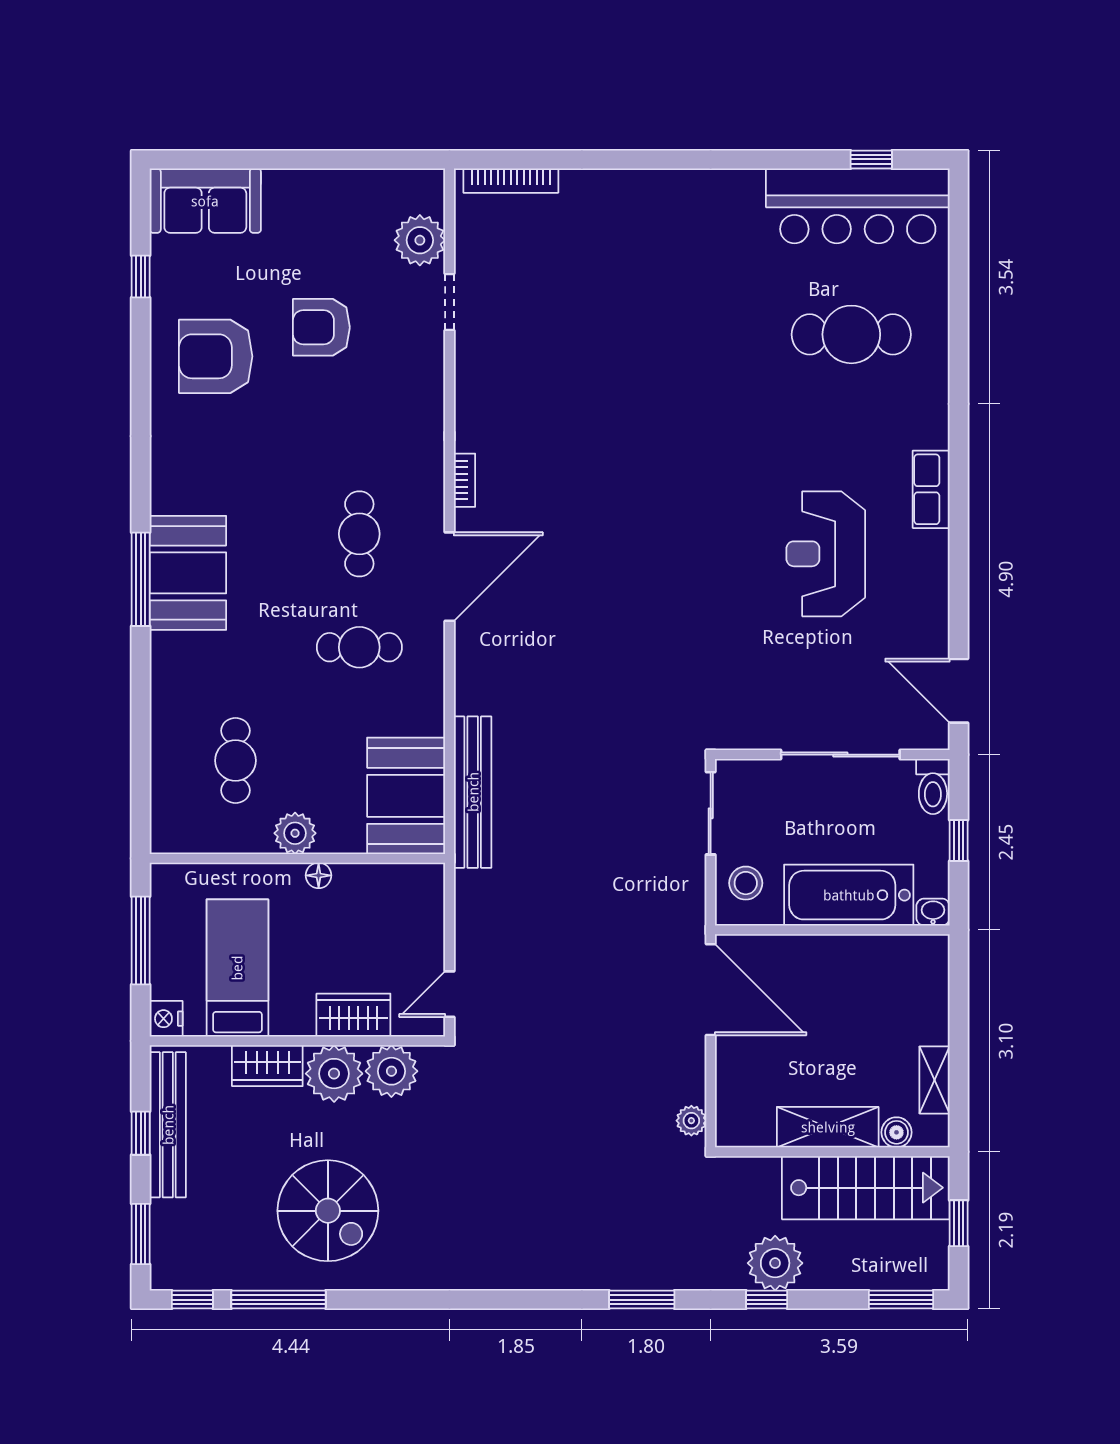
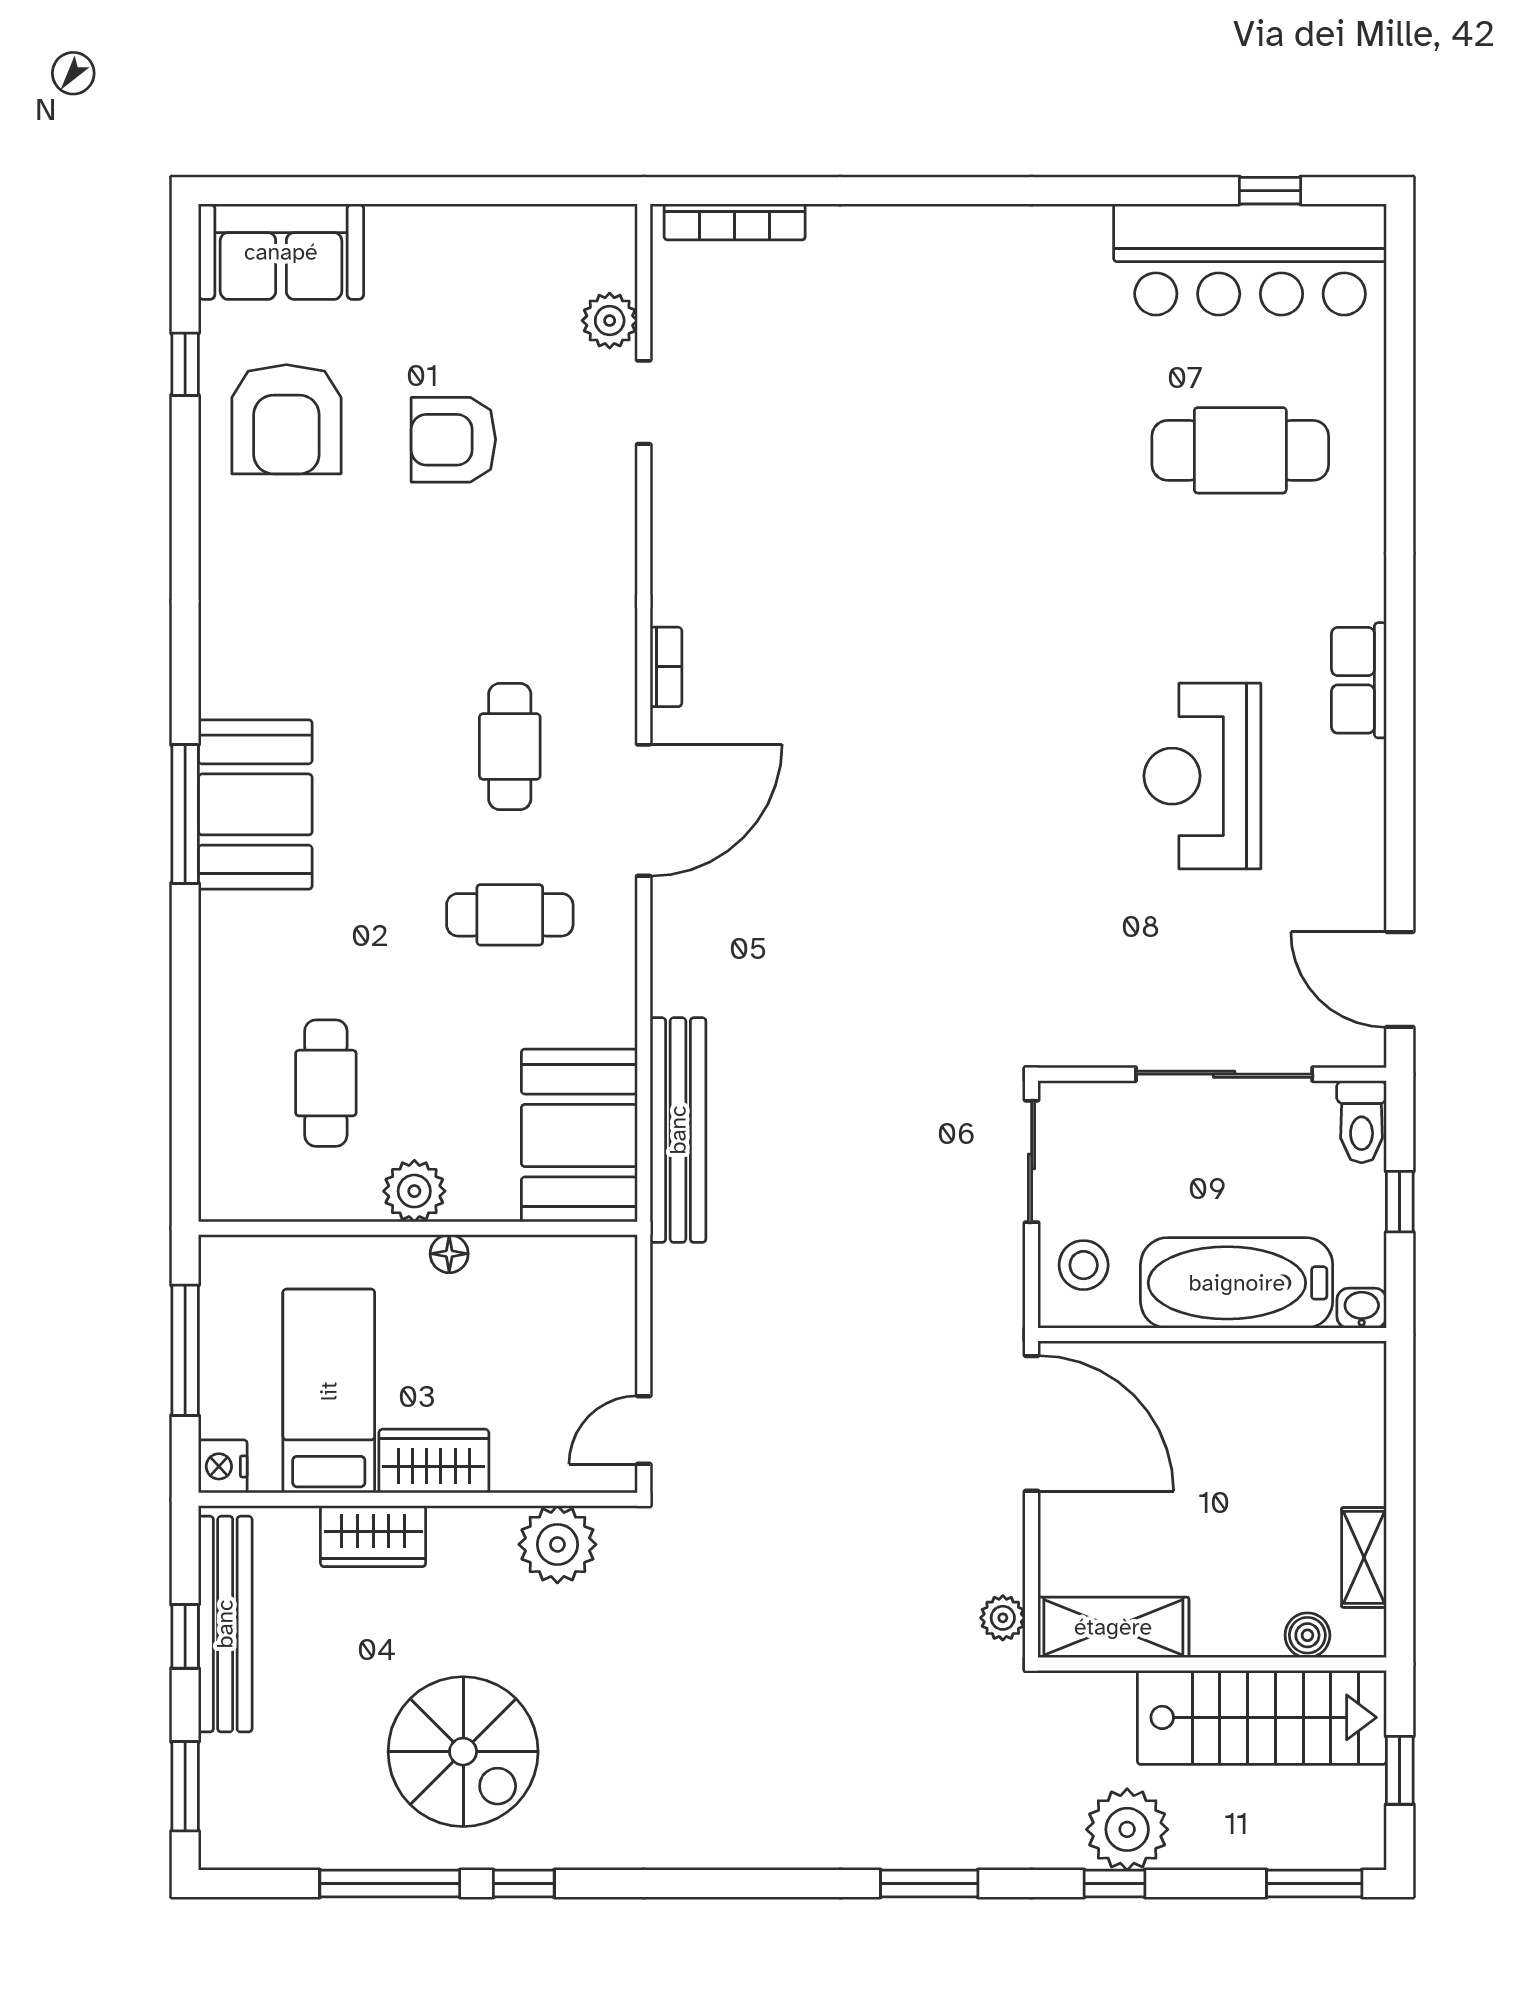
plant: (420, 240) -> (610, 321), width x0.73, depth x0.73
armchair: (216, 356) -> (286, 419), moved, turned -90
wardrobe: (353, 1015) -> (434, 1461), moved
plant: (334, 1074) -> (472, 1548), removed
shelving: (828, 1127) -> (1113, 1627), moved
window: (192, 1300) -> (524, 1883), moved

